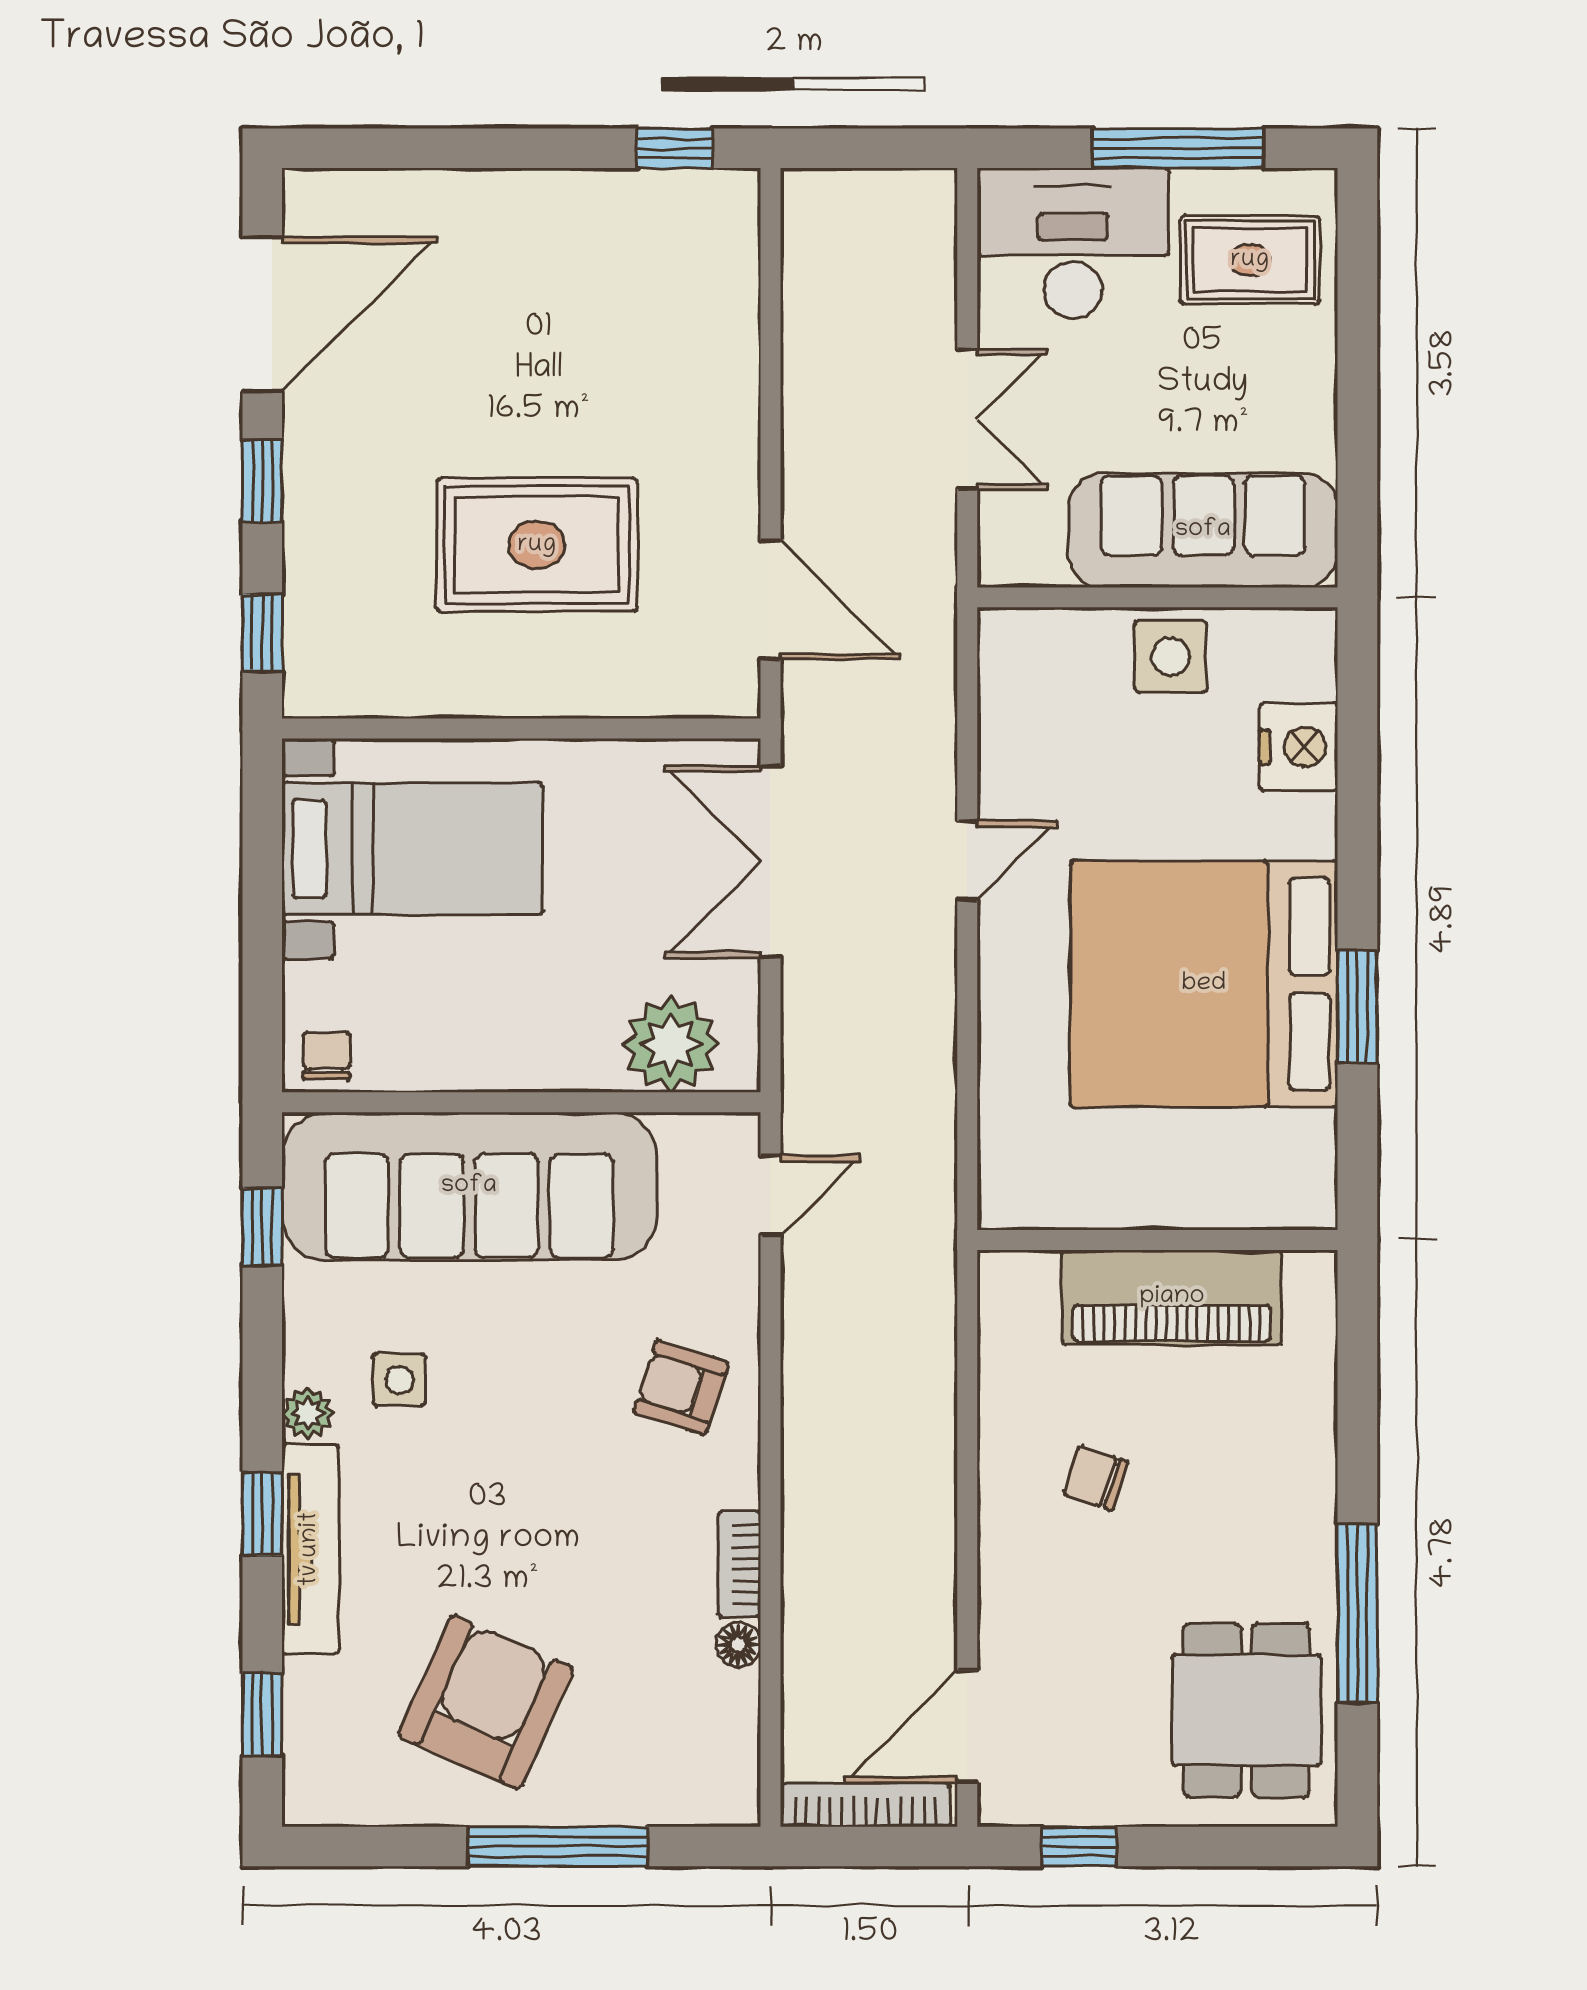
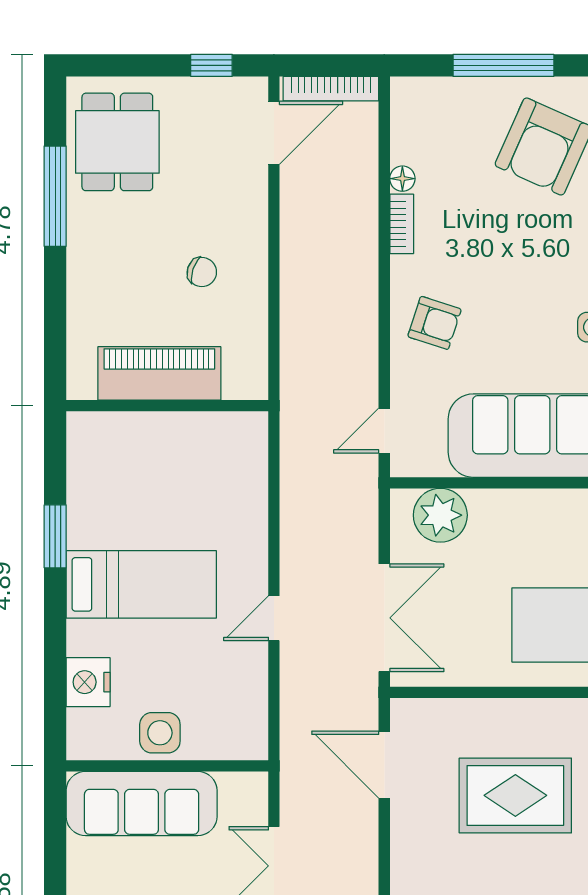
bed: (1204, 984) -> (141, 584), width x0.49

